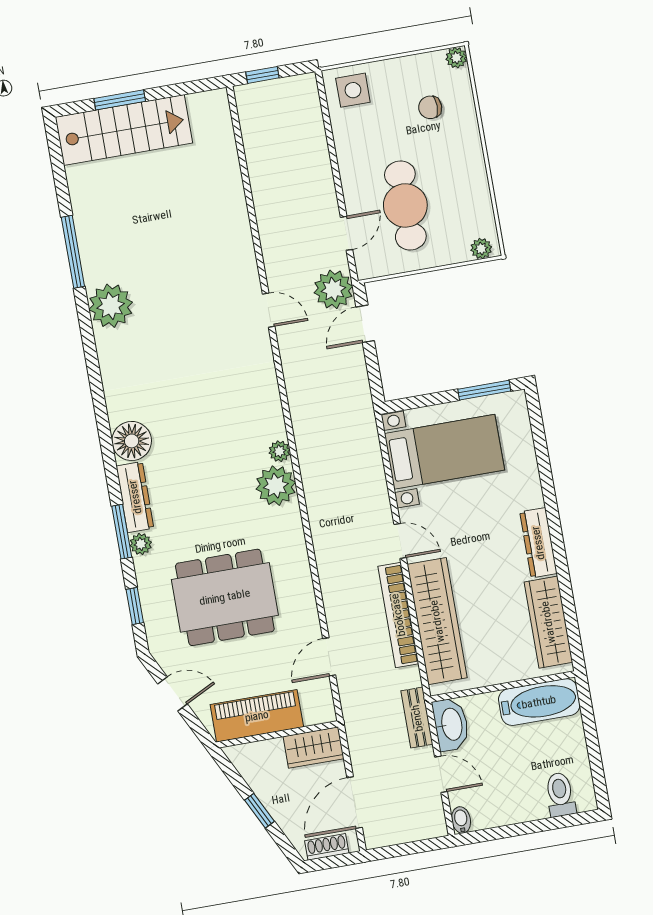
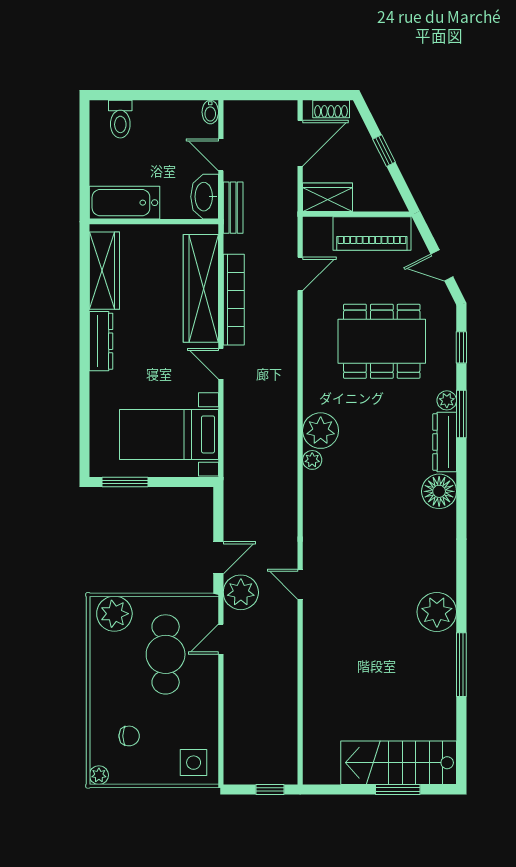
plant: (481, 249) -> (114, 614), width x1.88, depth x1.88

